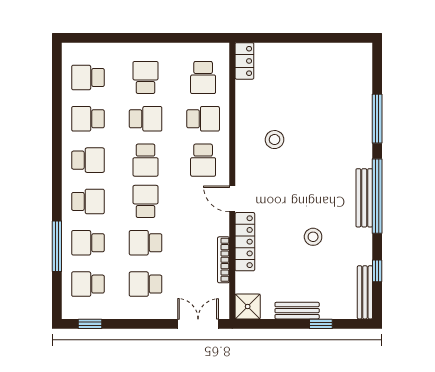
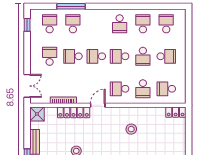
school desk: (88, 201) -> (96, 24), removed
school desk: (146, 201) -> (96, 56), turned 180
school desk: (146, 243) -> (73, 56), turned -90

